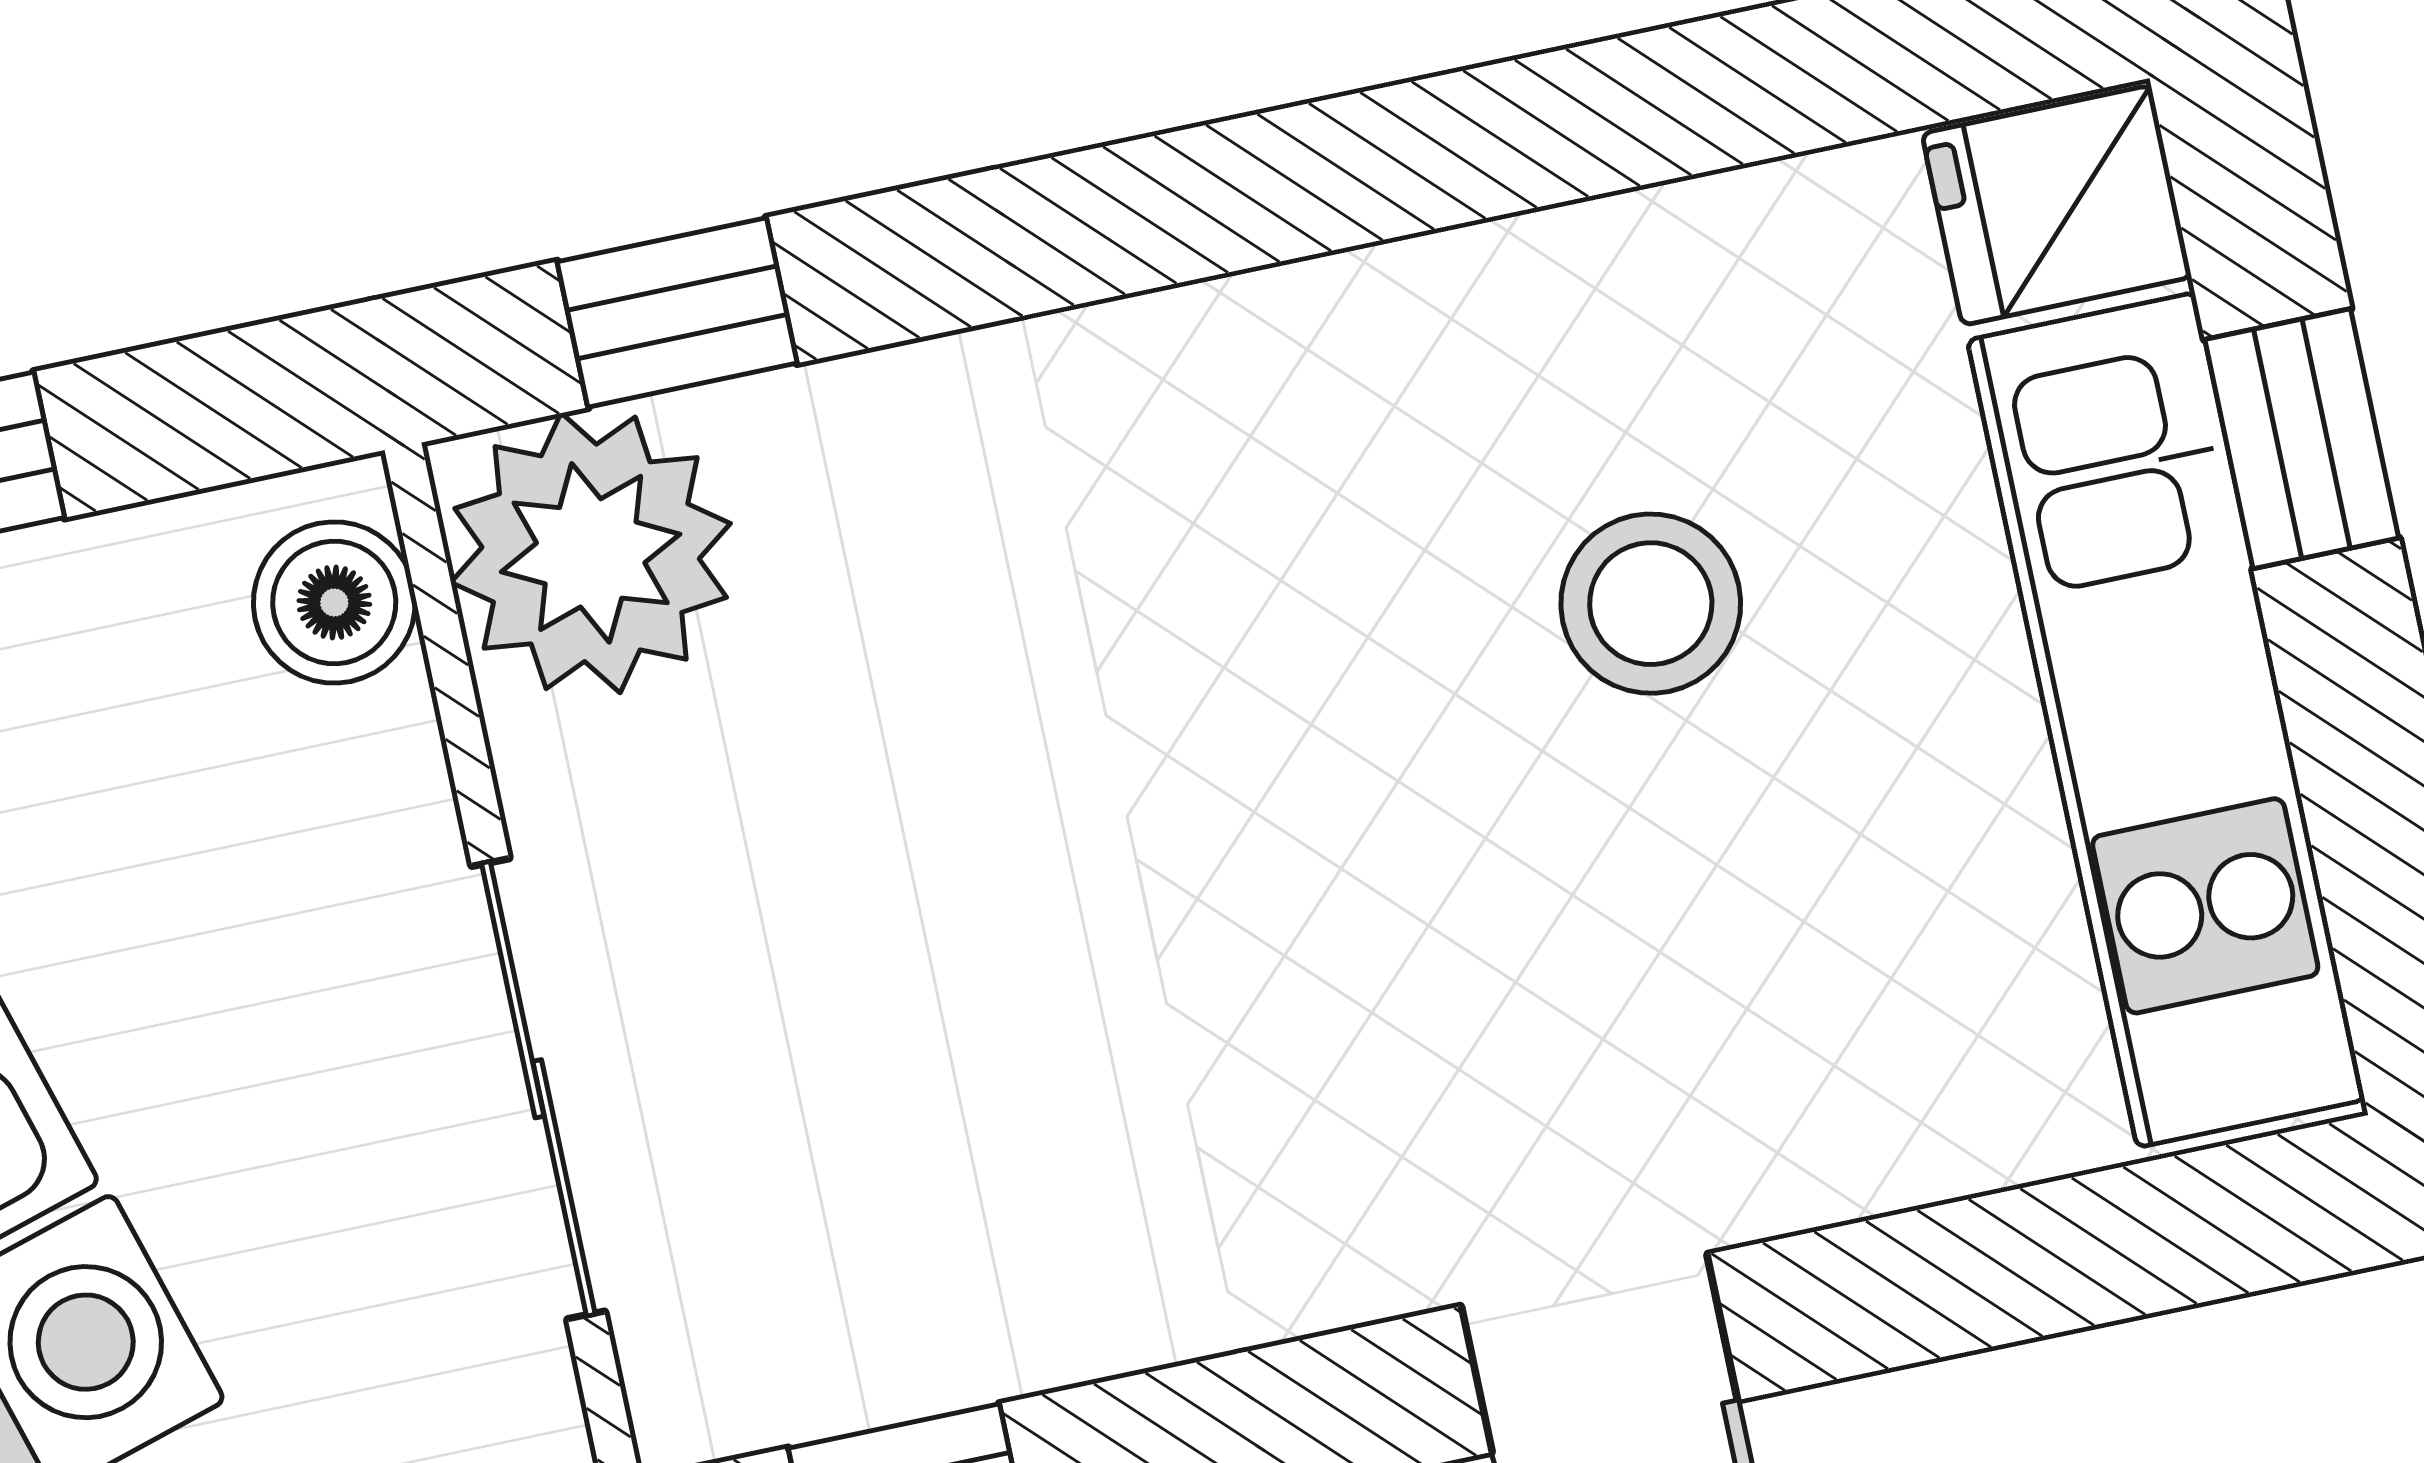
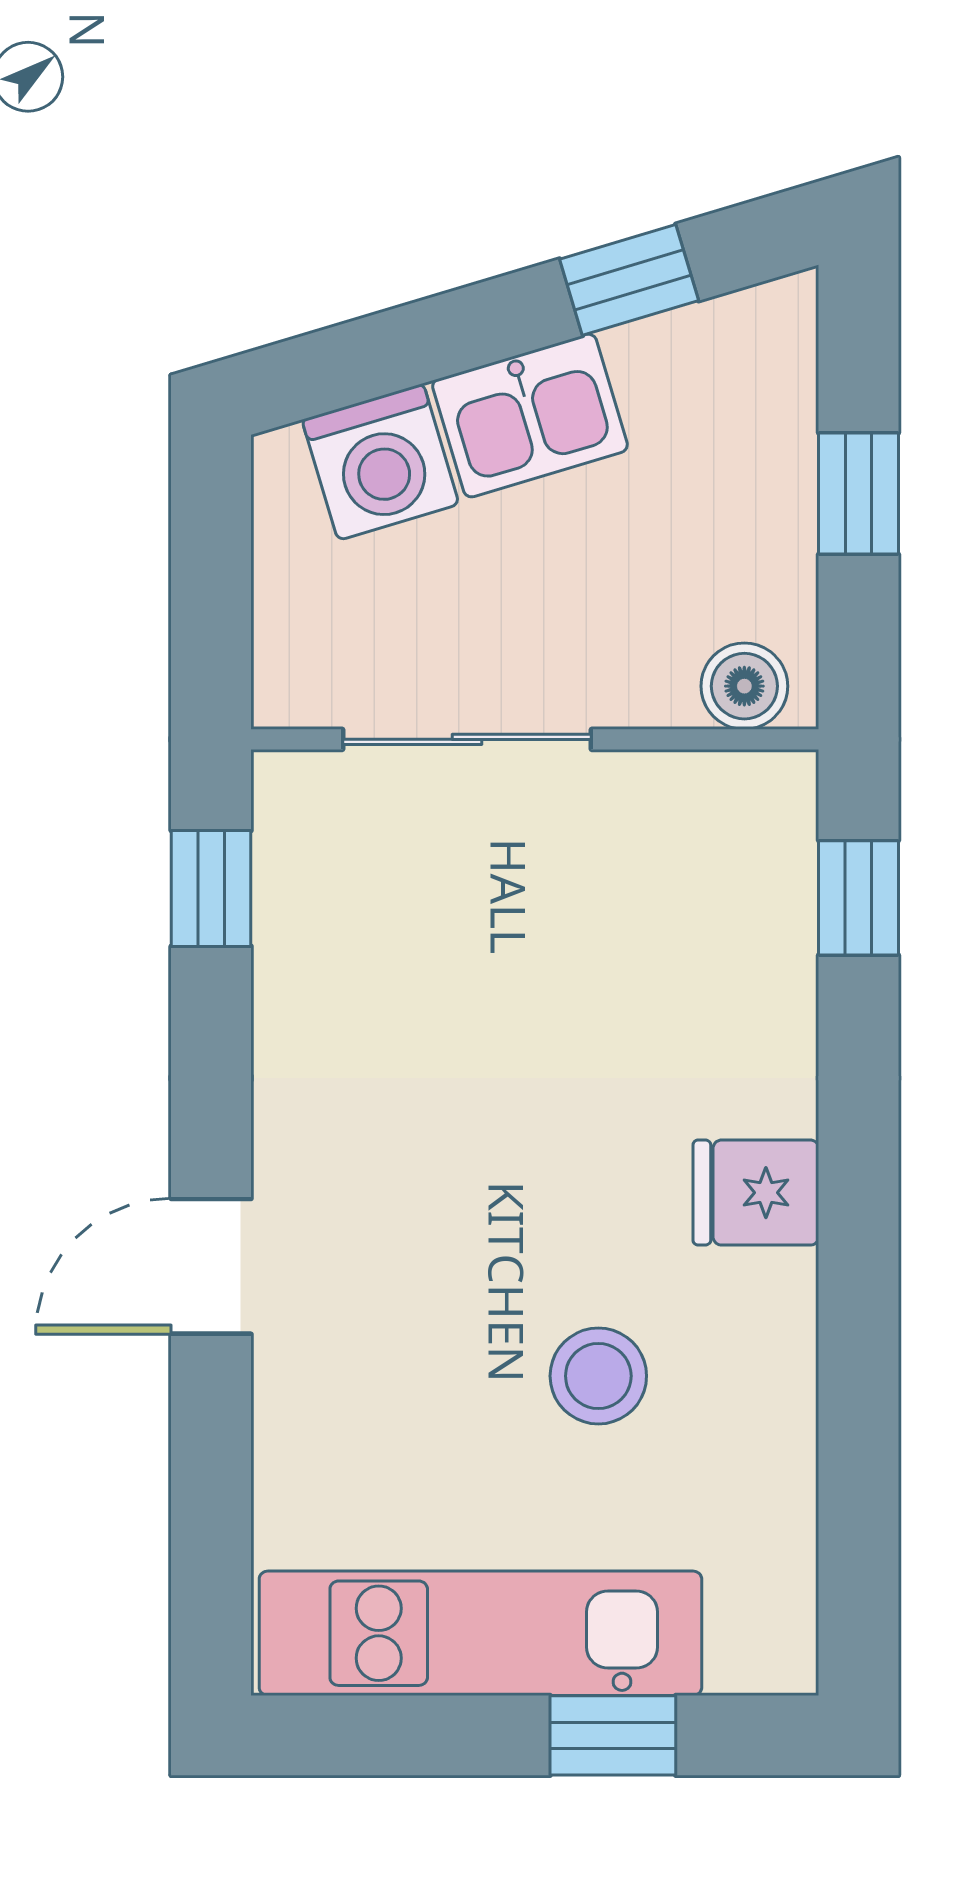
fridge: (2057, 205) -> (756, 1193), moved, turned -90
plant: (591, 553) -> (742, 826), removed

